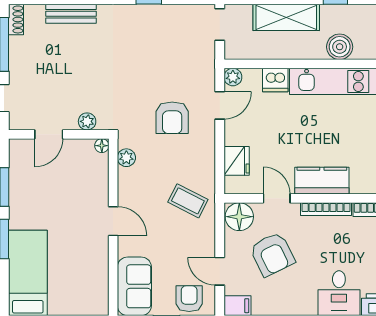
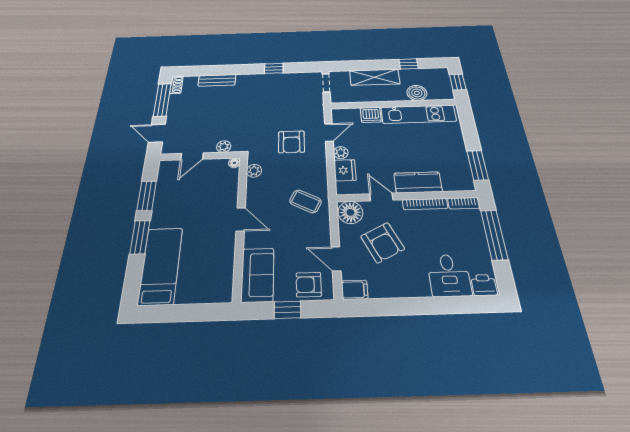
plant: (233, 77) -> (341, 153), moved
armchair: (189, 299) -> (309, 285), turned -90

